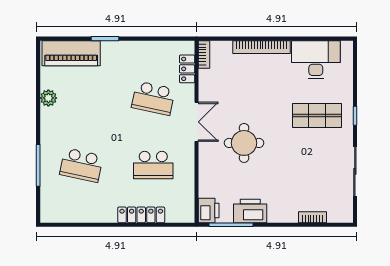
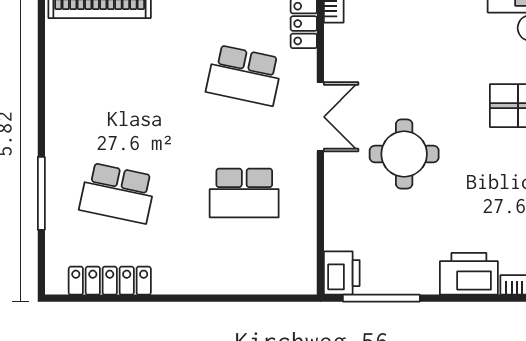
plant: (48, 98) -> (60, 75), removed
printer: (250, 211) -> (469, 274), moved
locker: (141, 215) -> (110, 281), moved

